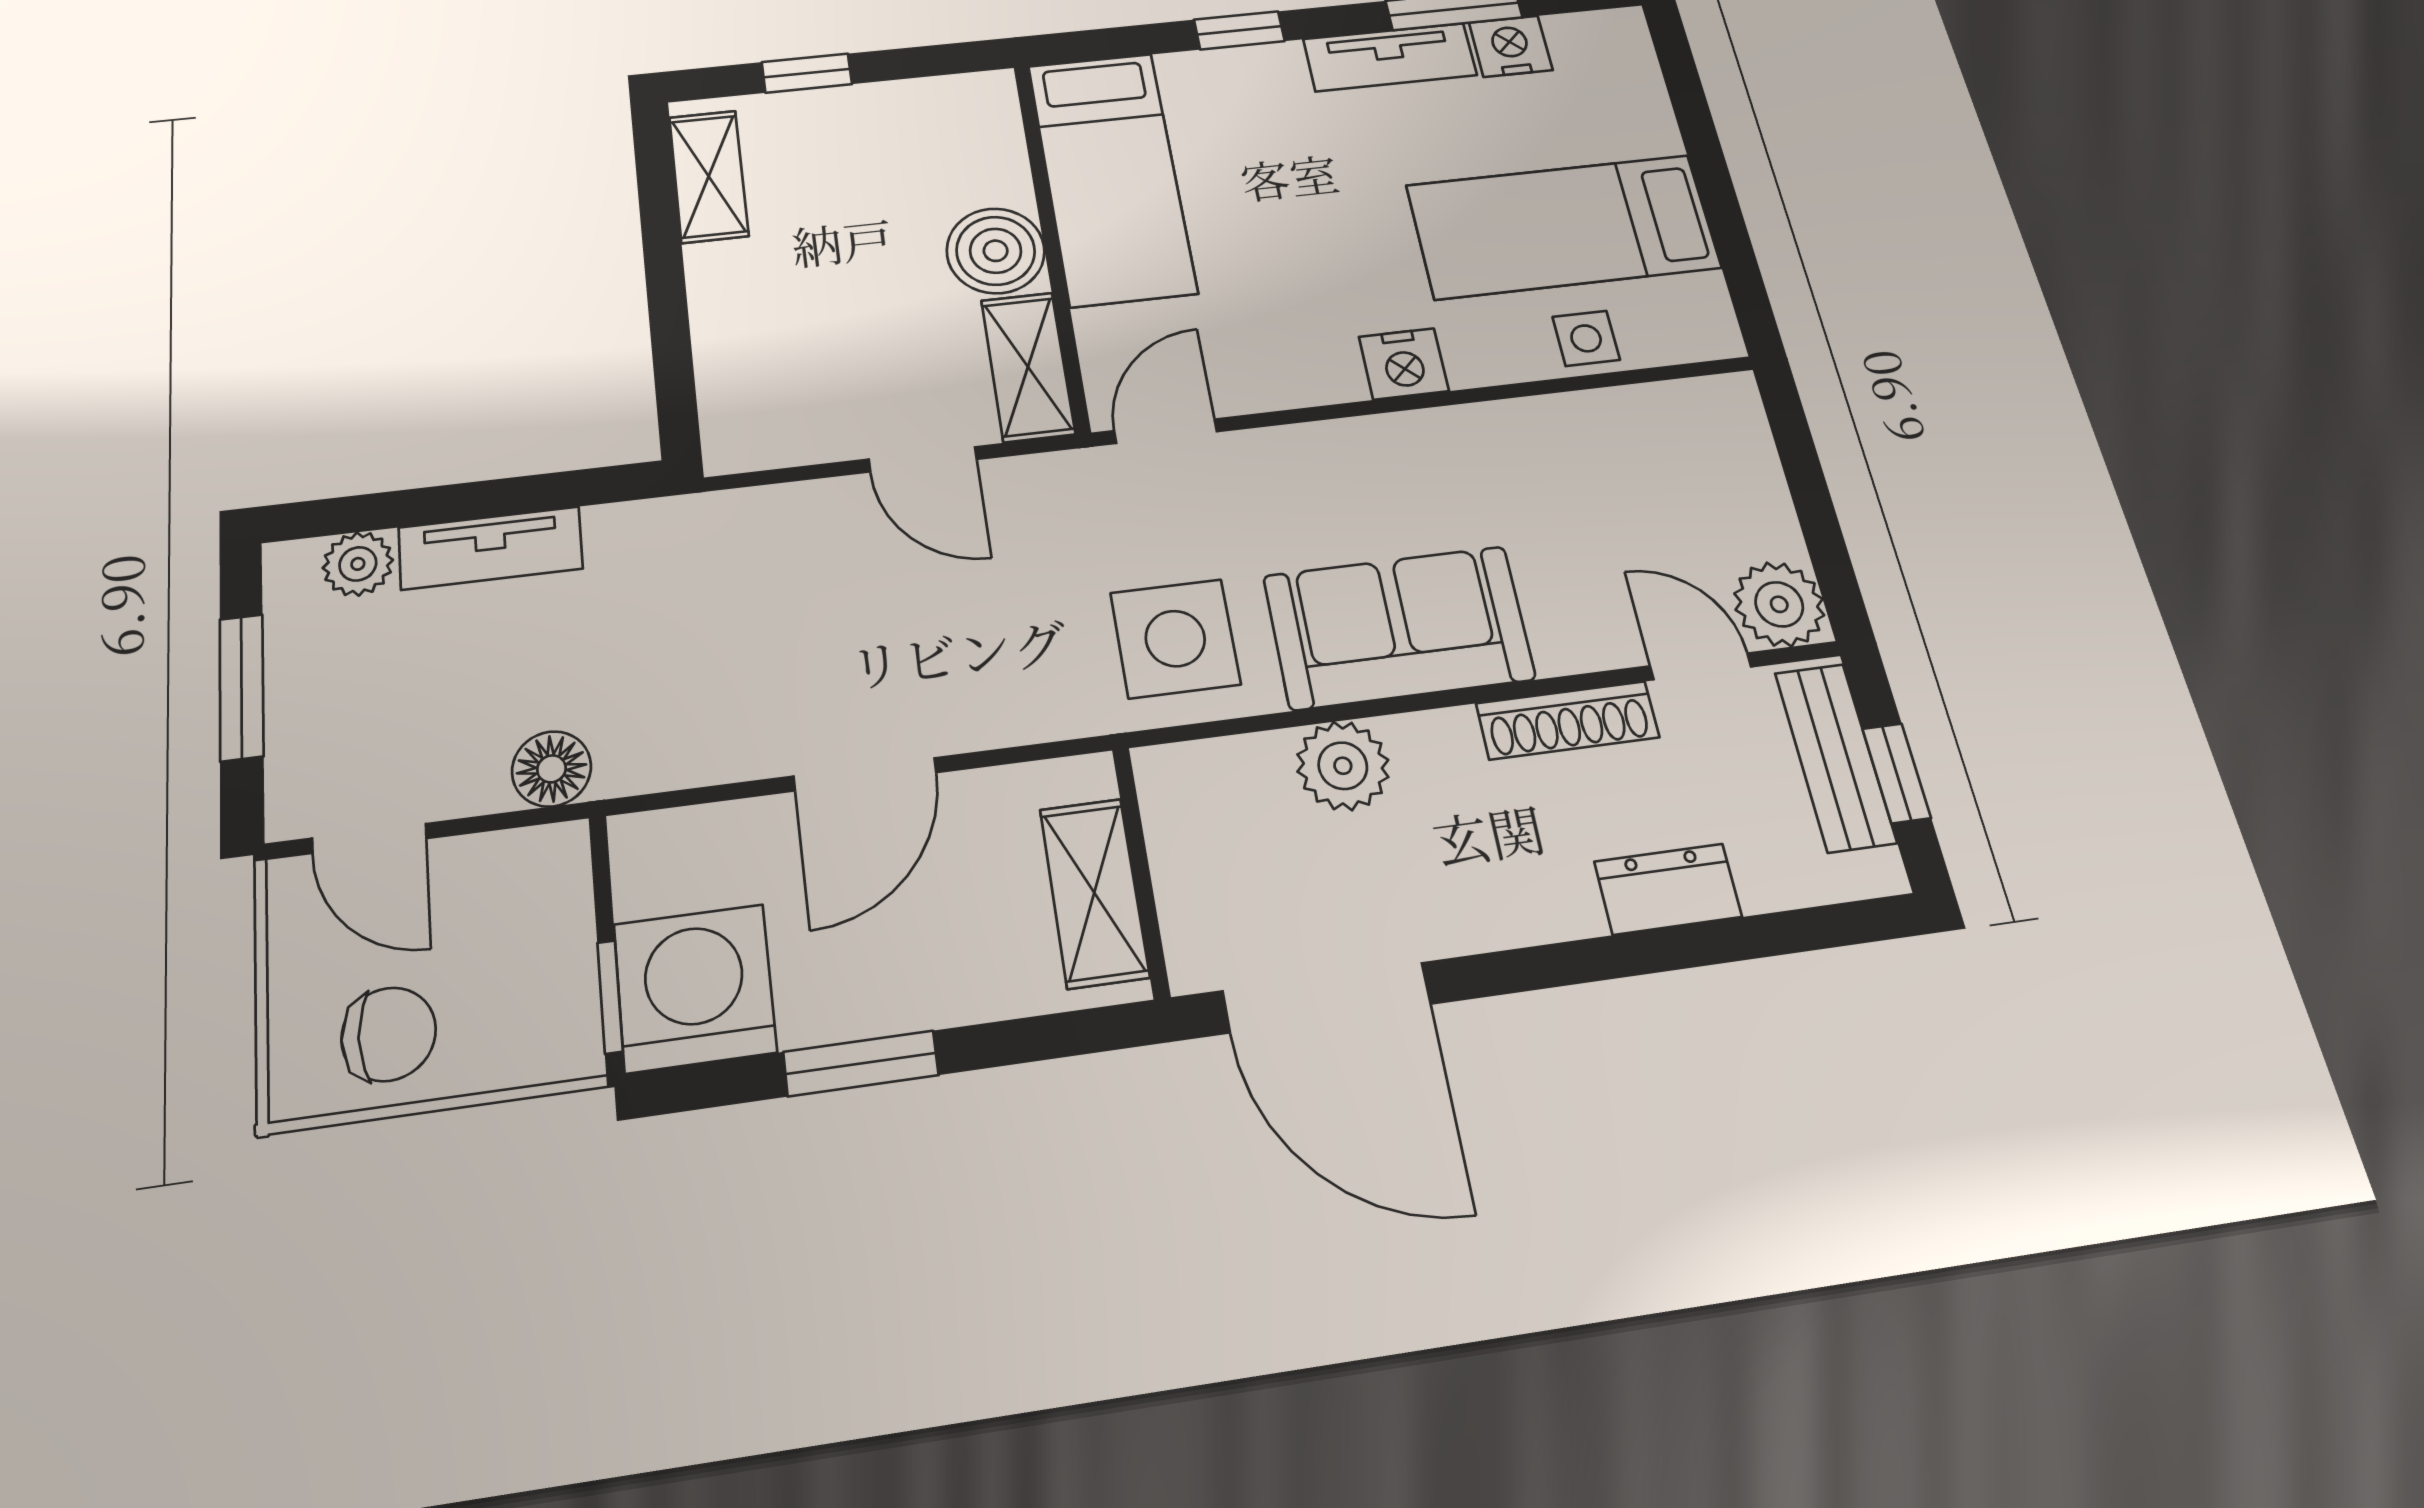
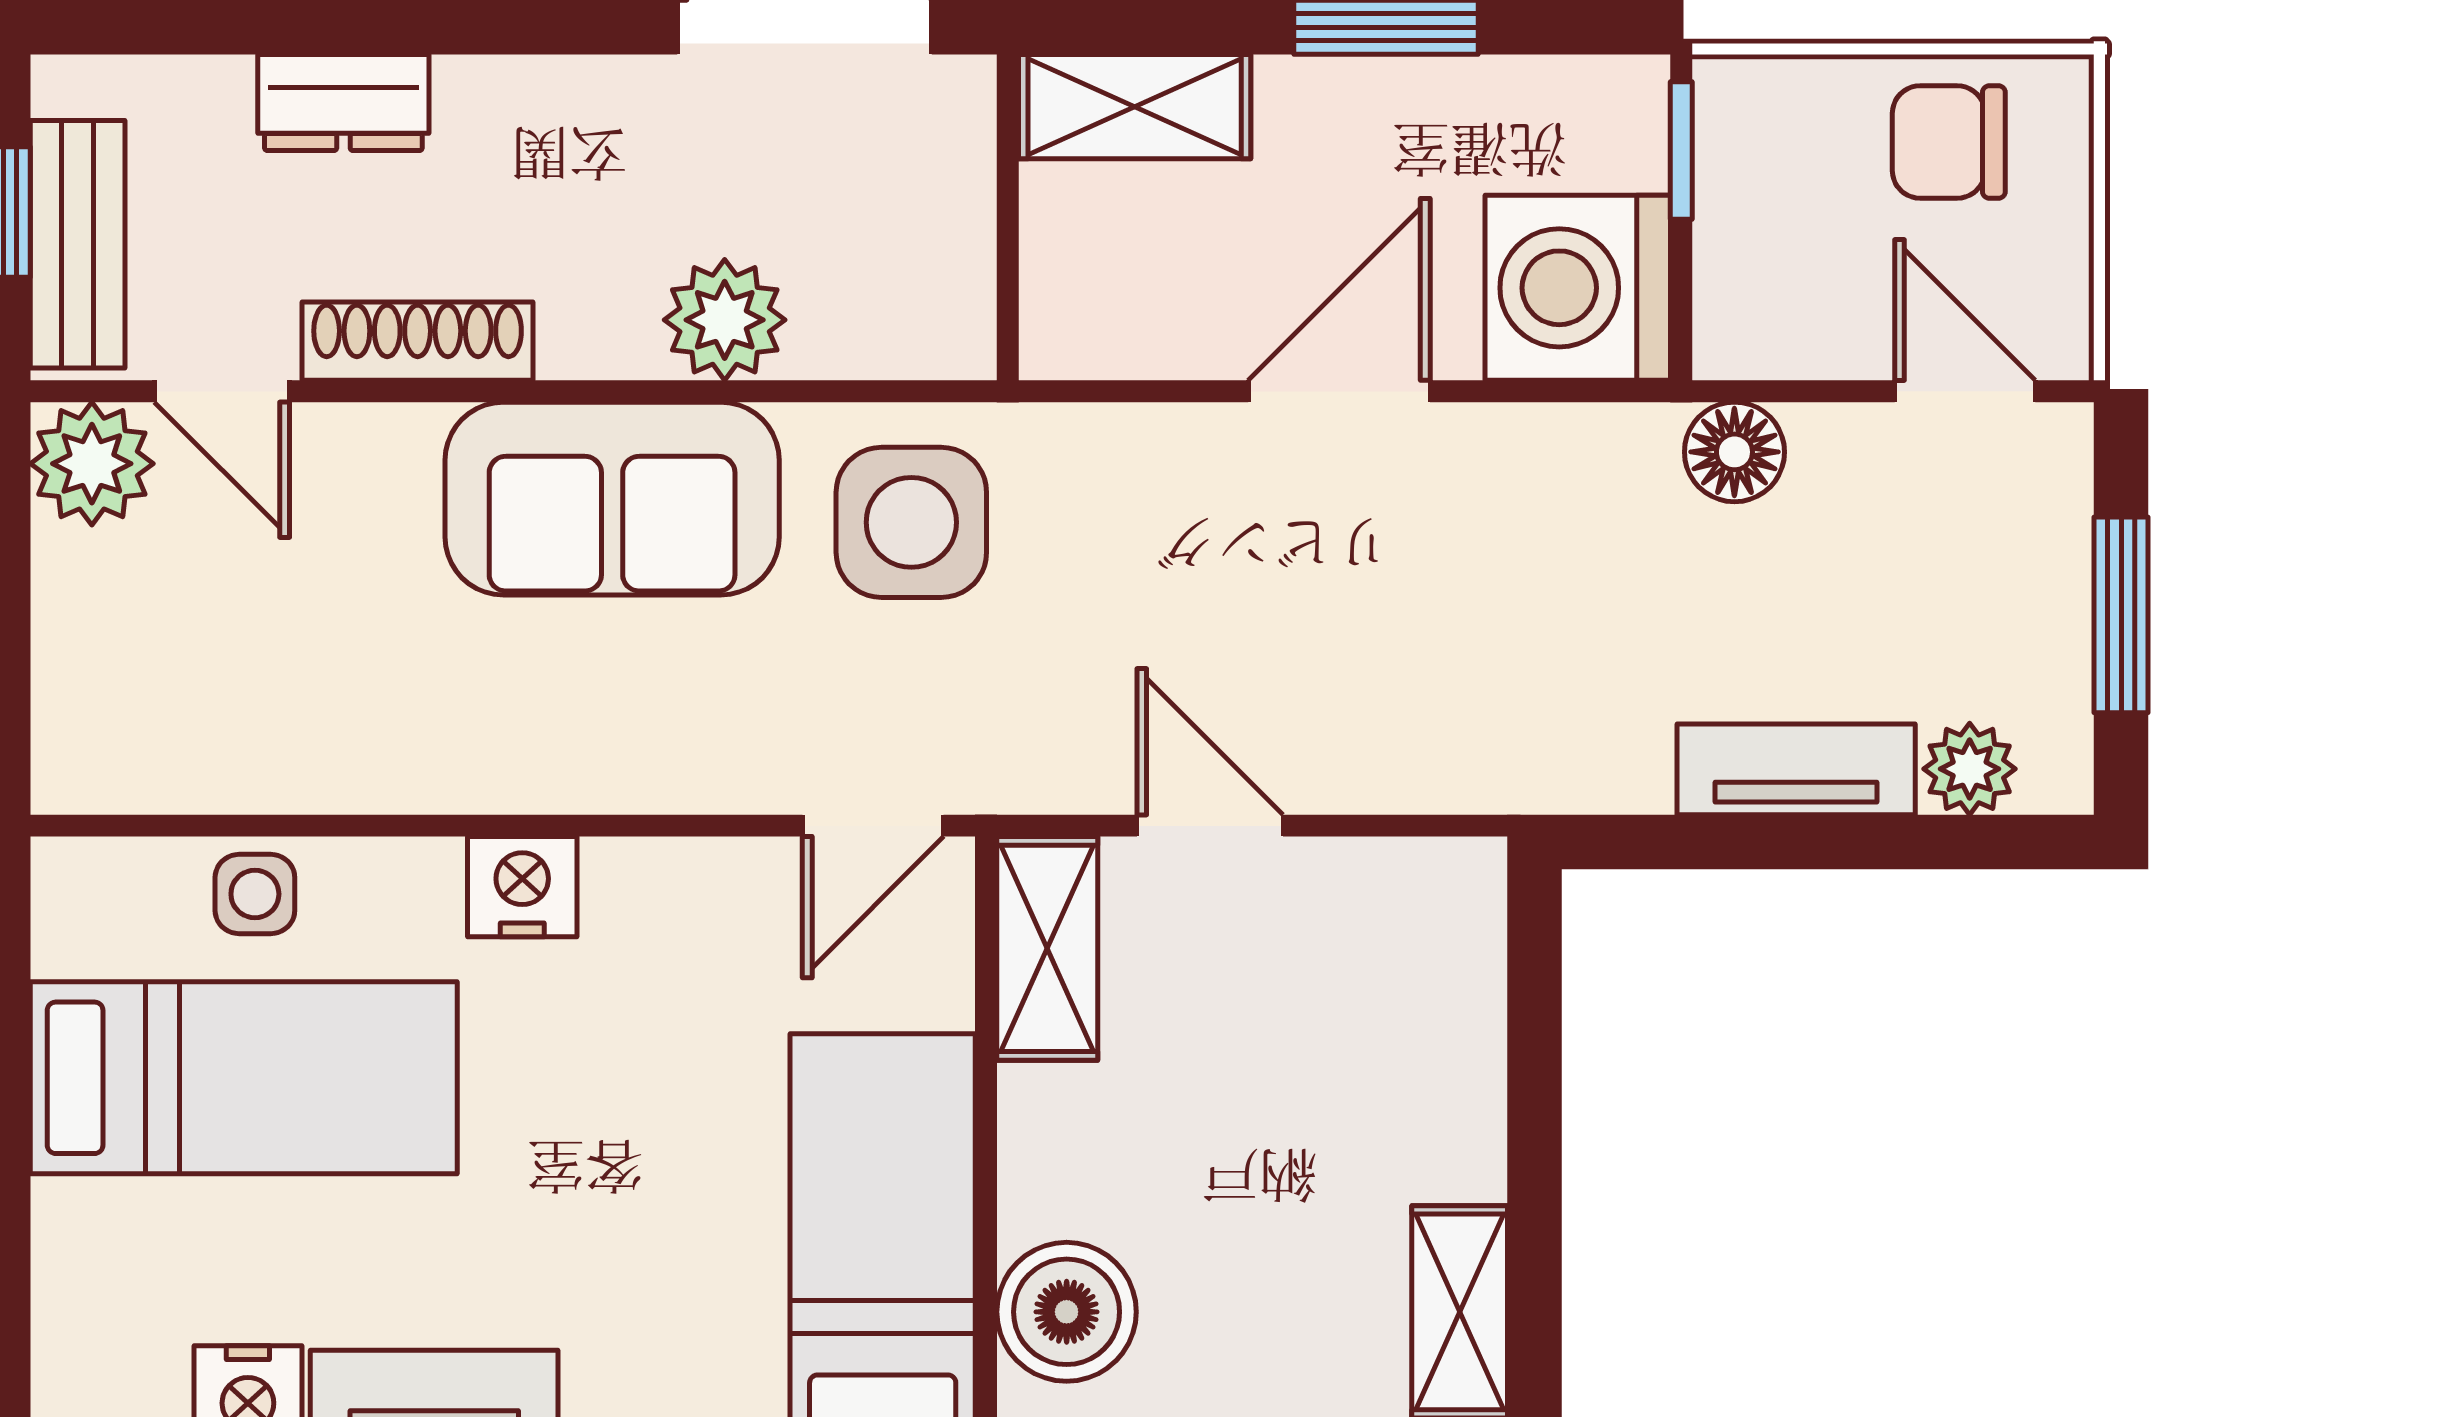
boiler: (996, 251) -> (1067, 1312), moved
shelving: (1094, 893) -> (1135, 107), moved, turned 90
washing machine: (695, 988) -> (1578, 288), moved, turned 90

